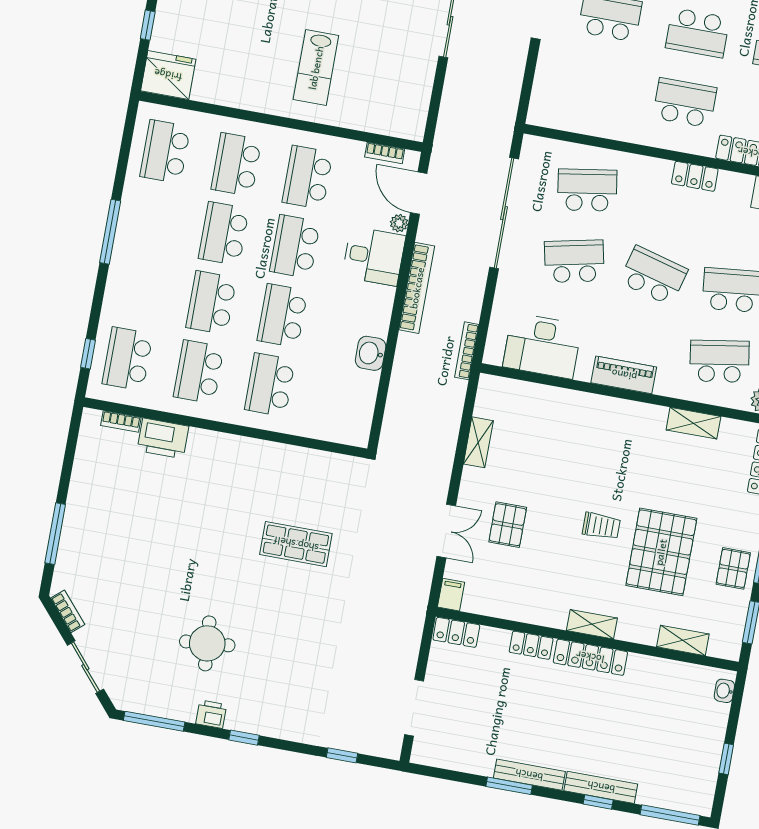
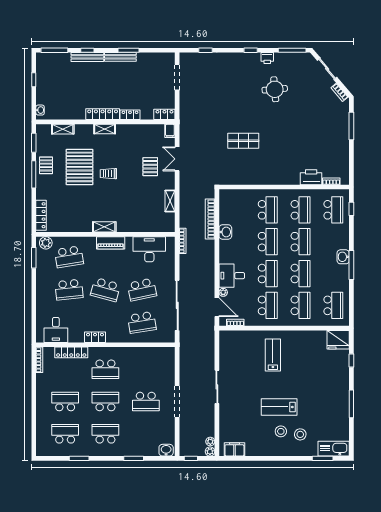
washbasin: (125, 253) -> (343, 257), added
bookcase: (417, 288) -> (210, 219), moved
shelving: (693, 423) -> (104, 227), moved

